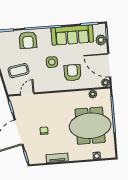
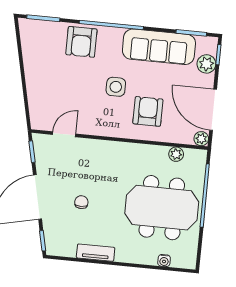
coffee table: (18, 71) -> (56, 91), removed

